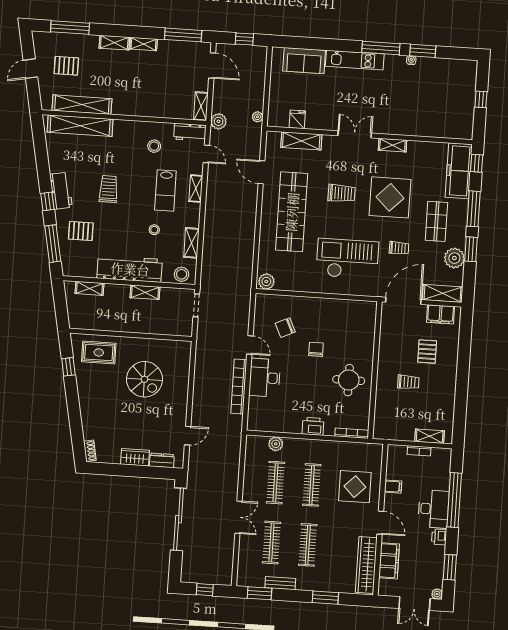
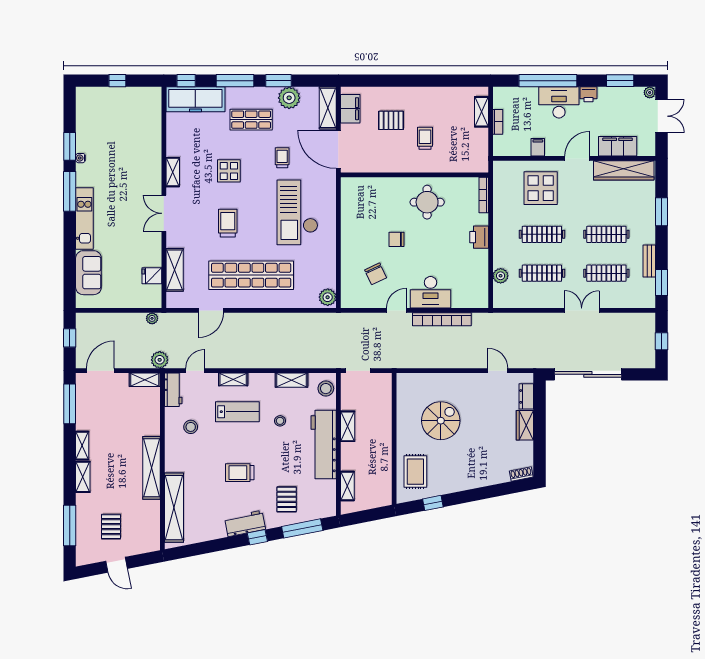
shelving: (82, 105) -> (151, 468), moved
display table: (390, 197) -> (229, 171), width x0.54, depth x0.54

